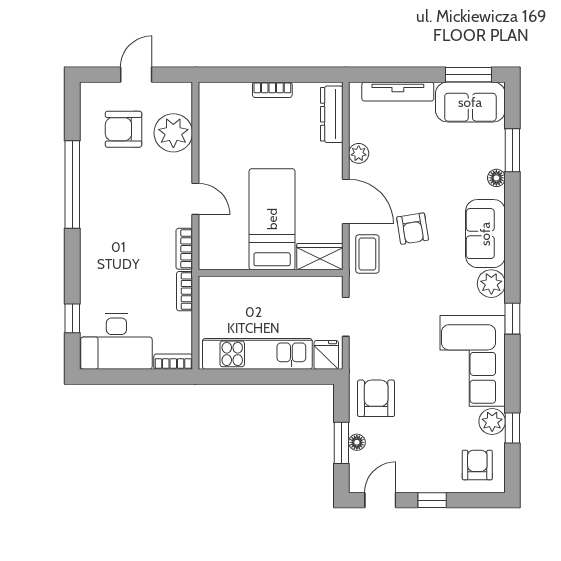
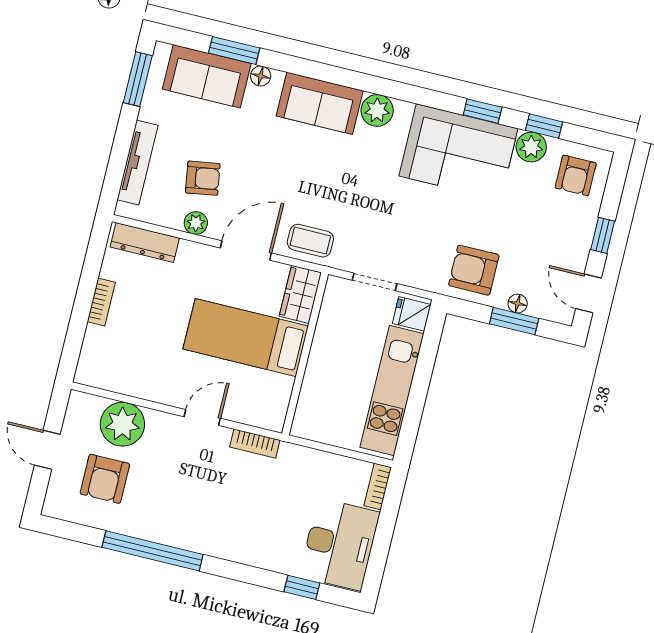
sofa: (470, 102) -> (207, 76), moved, turned 90
armchair: (413, 229) -> (203, 178), moved
bookcase: (185, 291) -> (302, 455), removed
window: (512, 319) -> (483, 111), moved
armchair: (477, 465) -> (576, 175), turned -90

